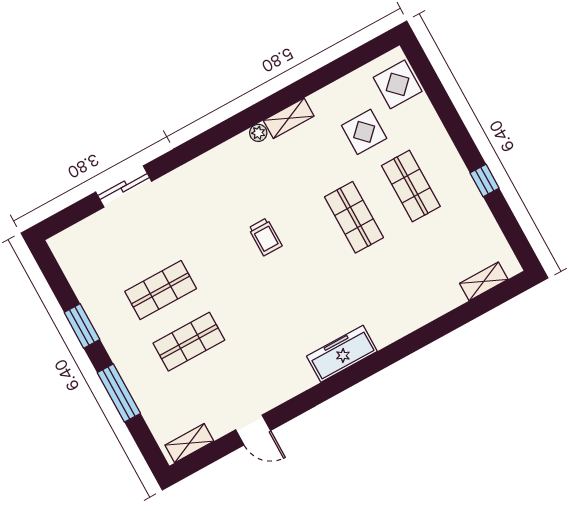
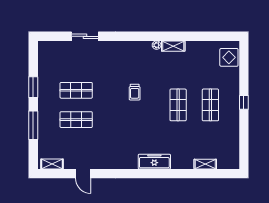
display table: (364, 132) -> (203, 70), removed
window: (485, 180) -> (244, 102), moved
shelving: (484, 281) -> (205, 164), moved
freezer: (342, 354) -> (154, 162), moved

